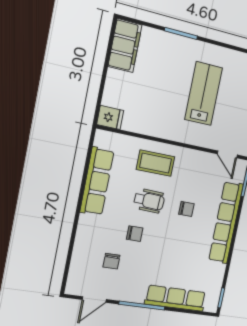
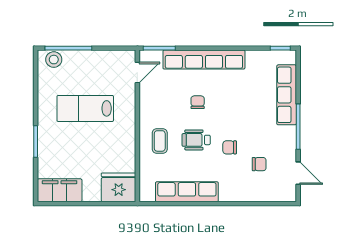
fridge: (110, 118) -> (119, 187), width x1.88, depth x1.34
coffee table: (156, 163) -> (160, 141), width x0.73, depth x0.77
wheelchair: (149, 201) -> (196, 140), turned -92
chair: (135, 234) -> (230, 147), turned -90

